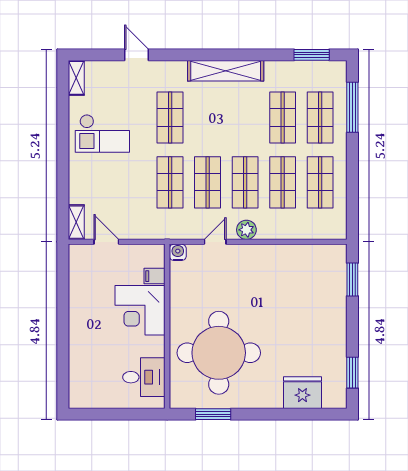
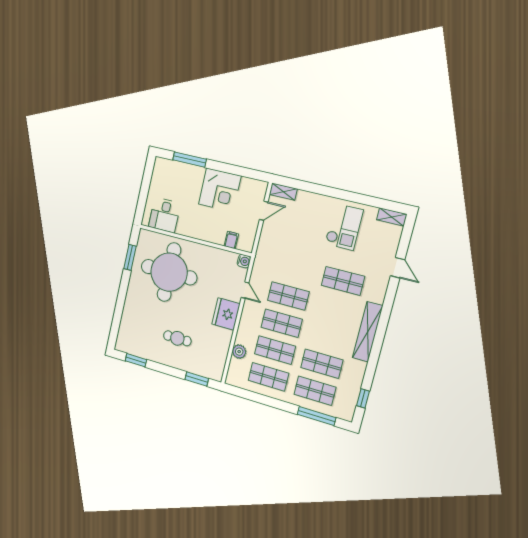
door: (137, 55) -> (398, 268), hinge flipped
window: (312, 55) -> (363, 398), width x0.67
checkout: (102, 133) -> (344, 227), turned 180
shop shelf: (170, 182) -> (295, 268), removed
plant: (246, 230) -> (239, 352), moved
corner desk: (140, 310) -> (220, 190), moved, turned 180
cafe table: (305, 320) -> (177, 338), added
window: (63, 359) -> (190, 160), added
fridge: (302, 393) -> (226, 314), moved, turned 180

